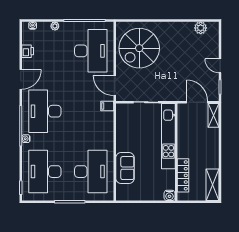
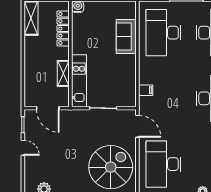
filing cabinet: (107, 106) -> (146, 90), moved
shelving: (214, 115) -> (63, 73), moved
kitchen unit: (168, 136) -> (79, 81), width x0.73

